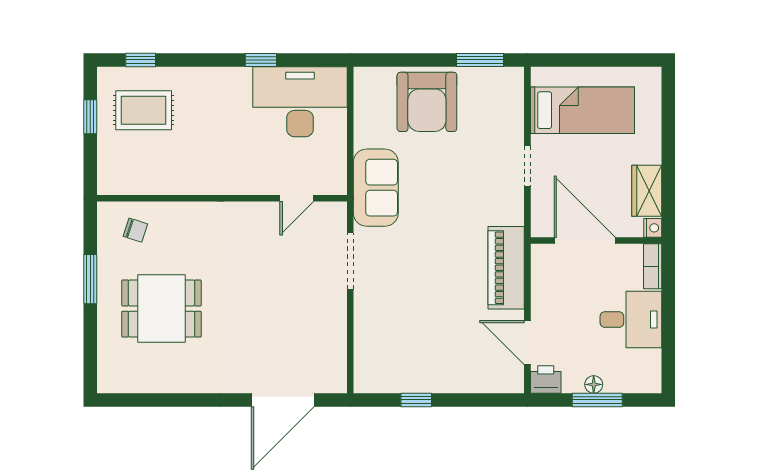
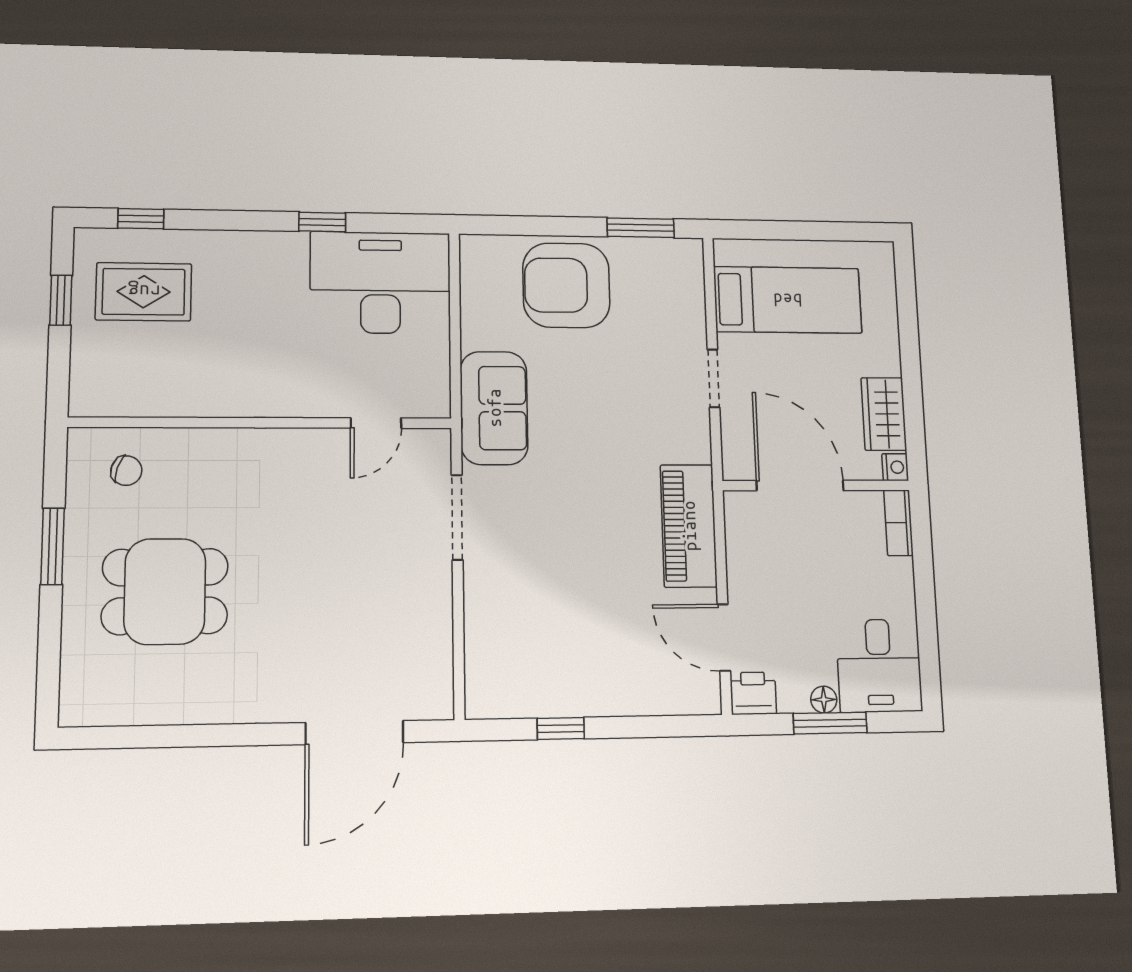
armchair: (427, 102) -> (566, 285), turned 90
desk: (631, 320) -> (879, 666), moved, turned 90

